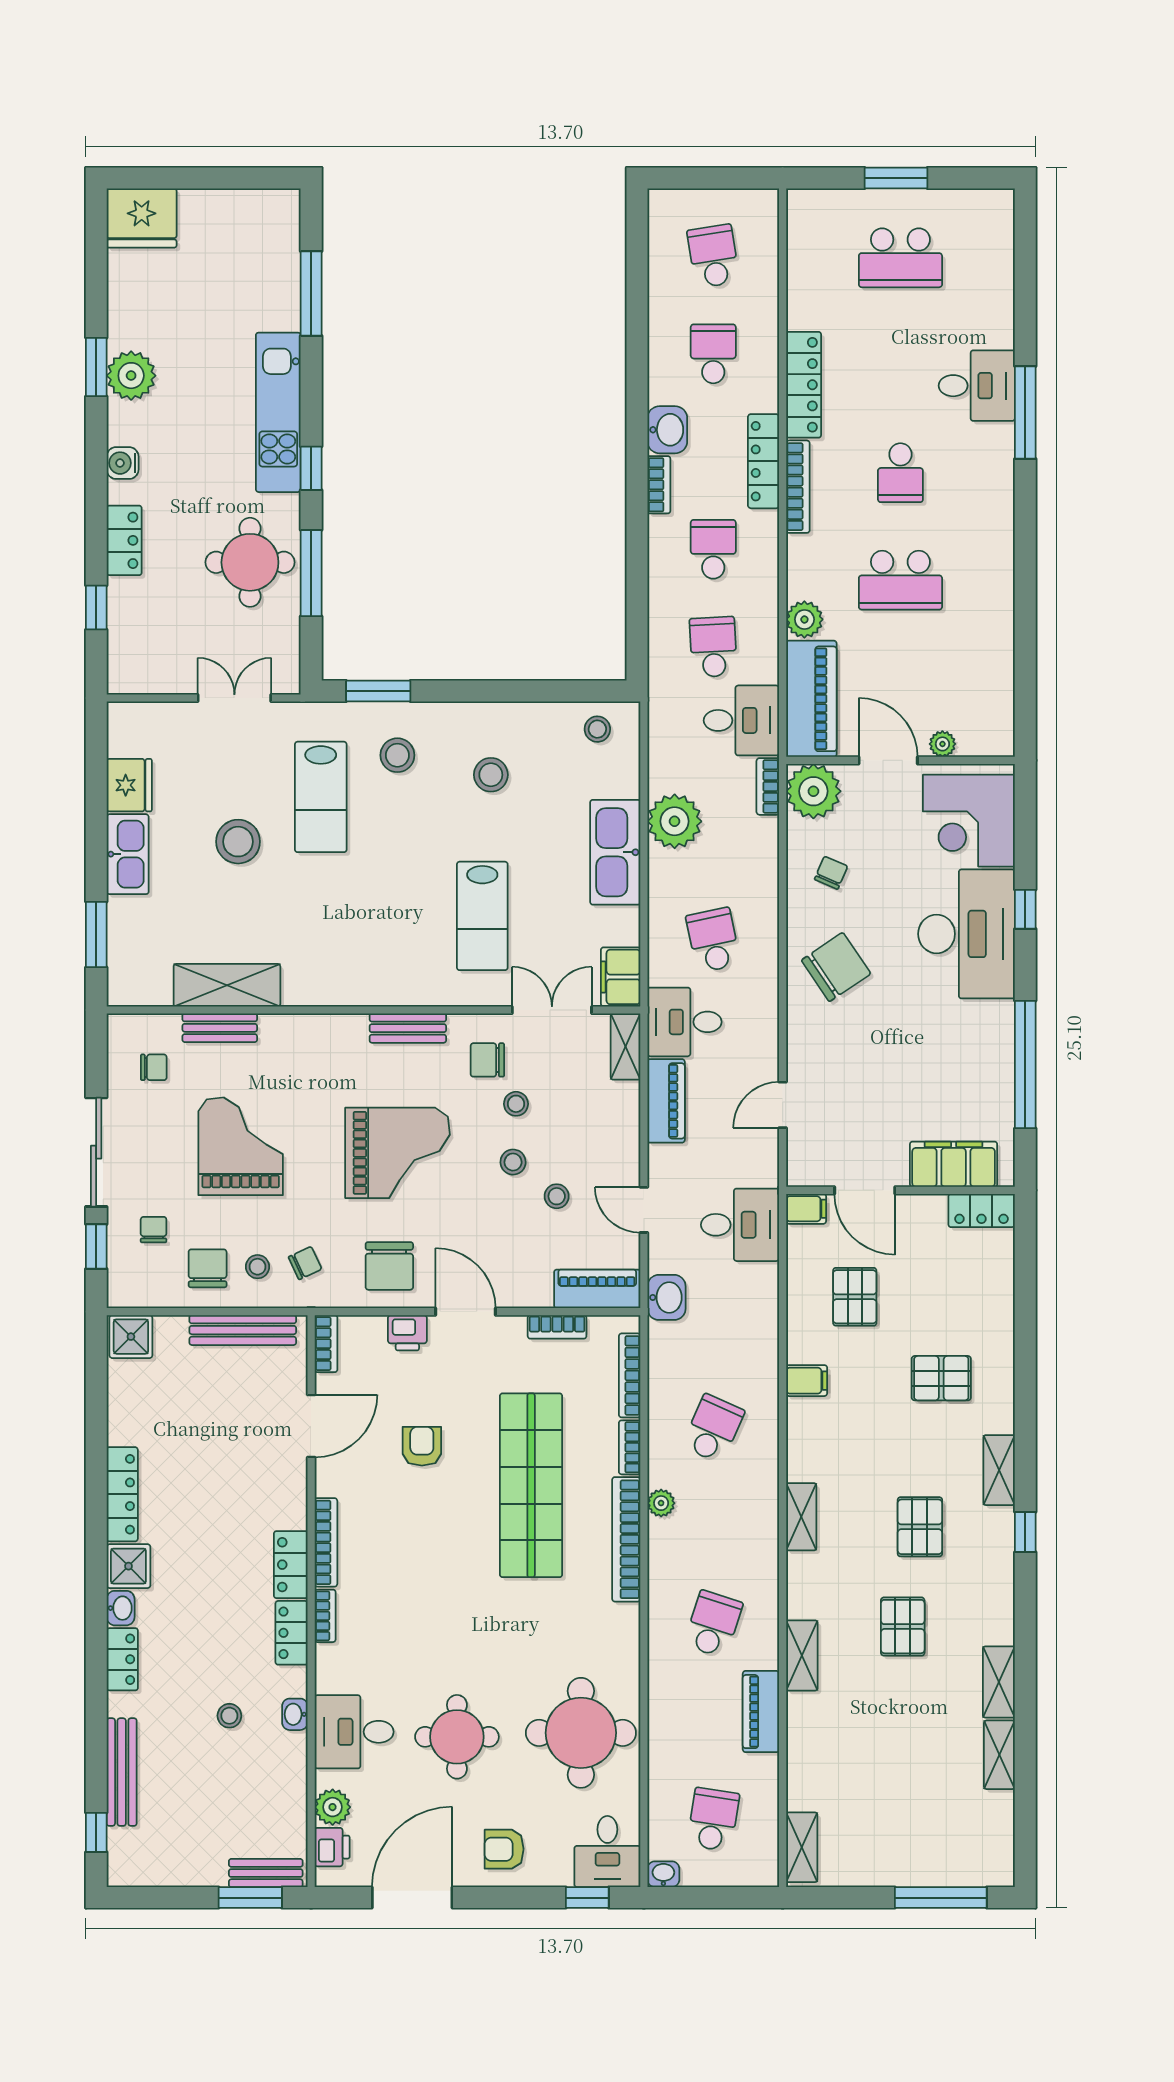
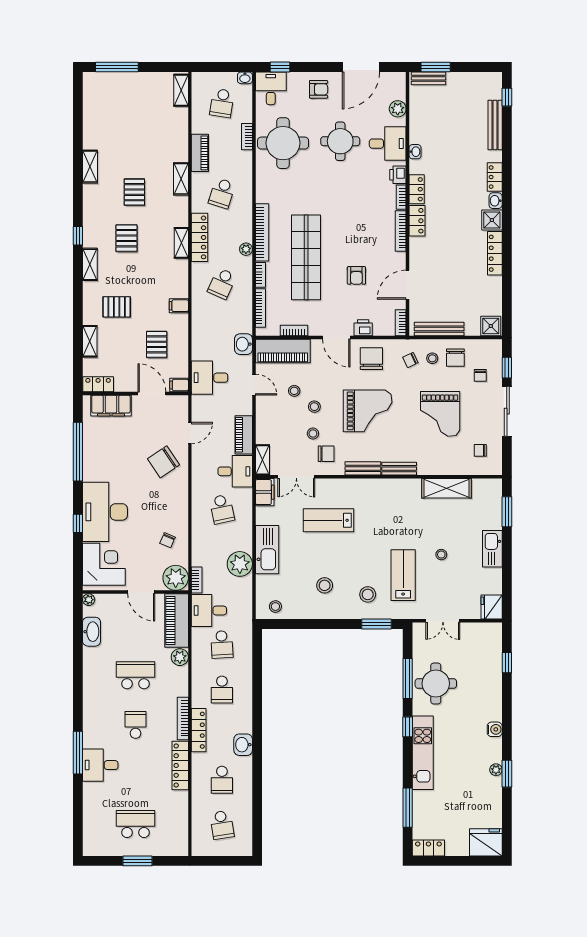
plant: (131, 376) -> (496, 770), width x0.53, depth x0.53
bookcase: (659, 485) -> (247, 137), moved
locker: (124, 540) -> (428, 848), moved, turned 90
washbasin: (996, 675) -> (92, 632), added
plant: (942, 744) -> (89, 600), moved
fridge: (129, 785) -> (492, 607), moved
stool: (238, 842) -> (441, 555), width x0.53, depth x0.53
lab bench: (482, 916) -> (329, 520), turned -90
chair: (836, 967) -> (164, 462), moved
bench: (220, 1028) -> (399, 469), moved
grand piano: (398, 1153) -> (368, 411), turned 180
piano: (597, 1289) -> (283, 351), width x1.37, depth x1.33
locker: (762, 1528) -> (200, 237), added
stool: (229, 1716) -> (445, 151), removed
shelving: (999, 1755) -> (90, 341), moved
printer: (332, 1847) -> (398, 175), moved

